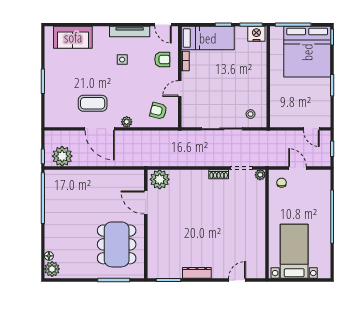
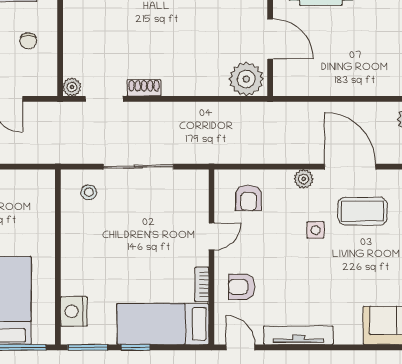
nightstand: (256, 34) -> (74, 311), moved, turned 90
side table: (122, 60) -> (316, 230), moved
armchair: (158, 111) -> (248, 198), turned 76
chair: (282, 183) -> (28, 41), moved

